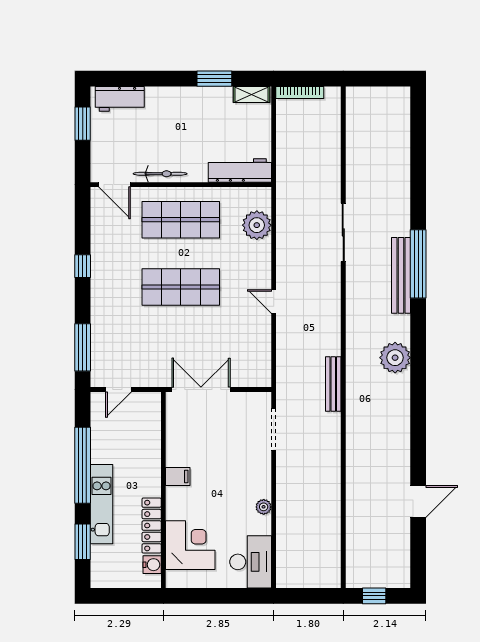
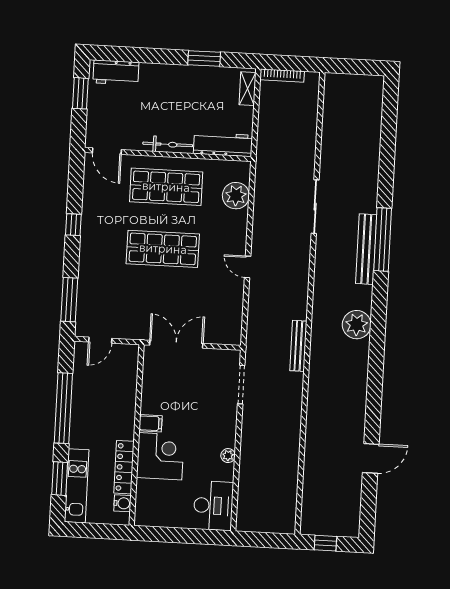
shelving: (251, 95) -> (248, 89), moved, turned 90
bicycle: (160, 174) -> (168, 144), moved
kitchen unit: (102, 504) -> (77, 486), moved
corner desk: (190, 545) -> (160, 456), moved

